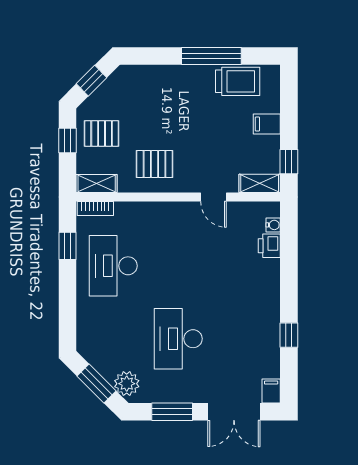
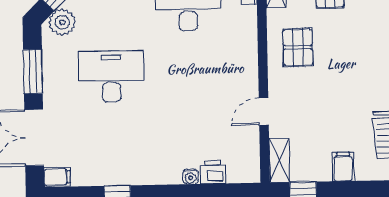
water cooler: (273, 225) -> (191, 177), moved

